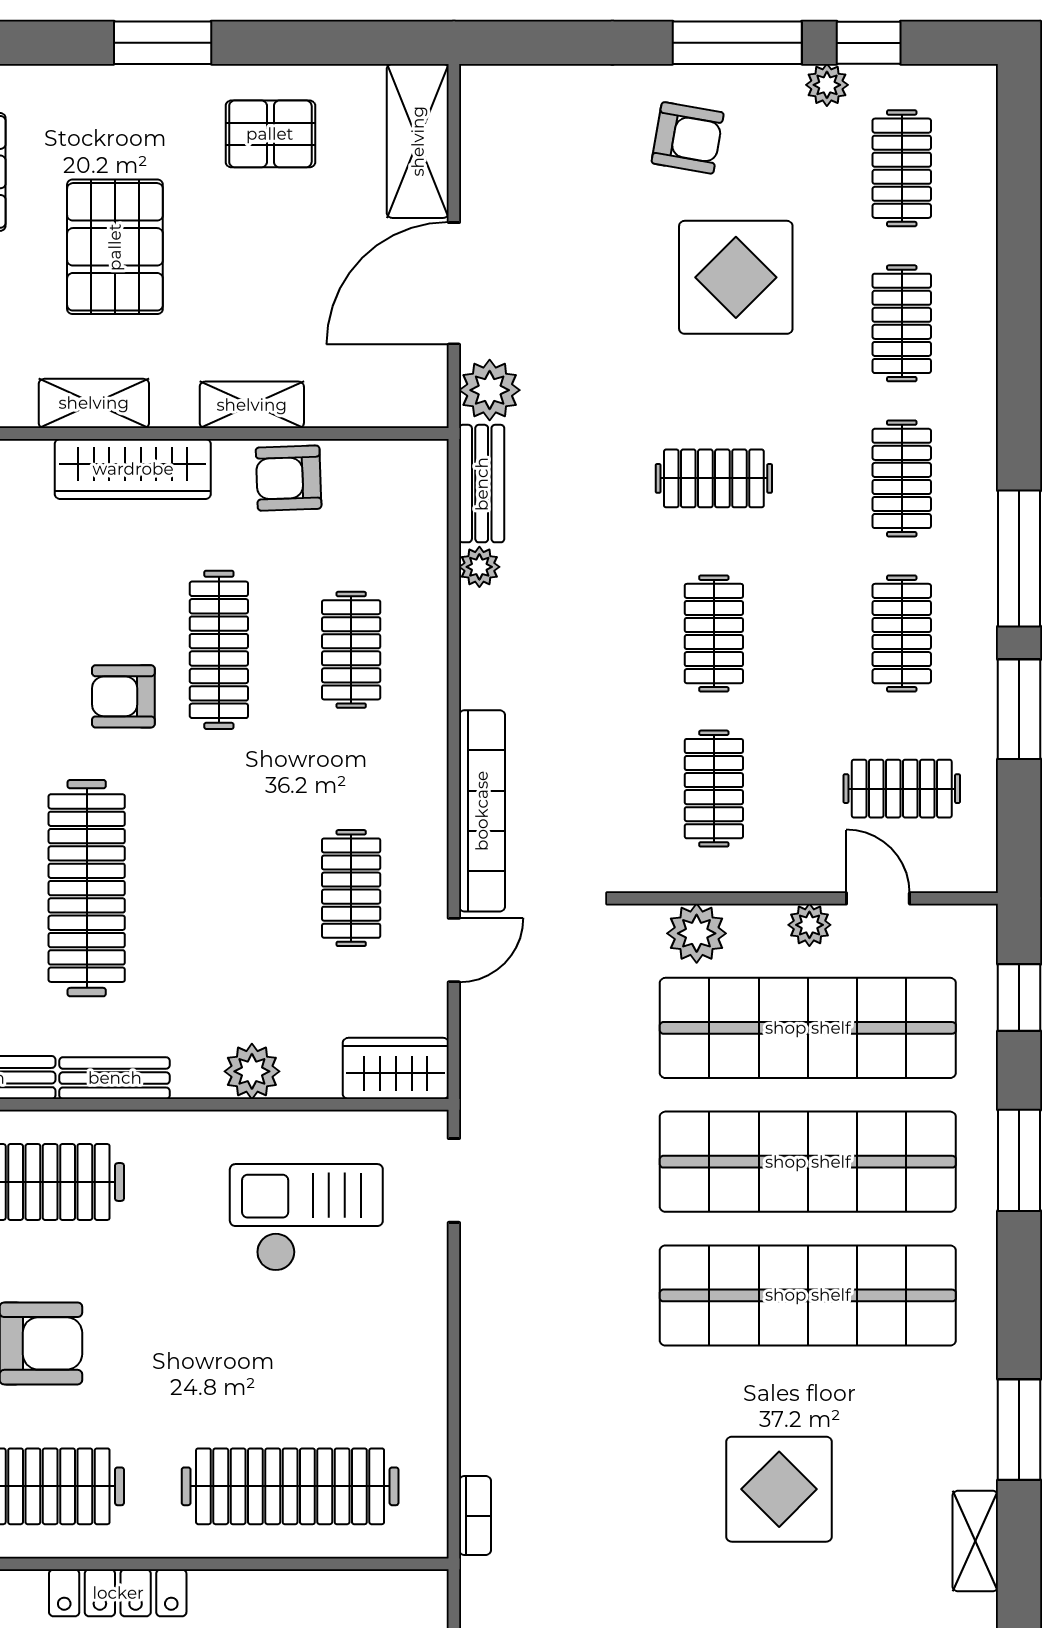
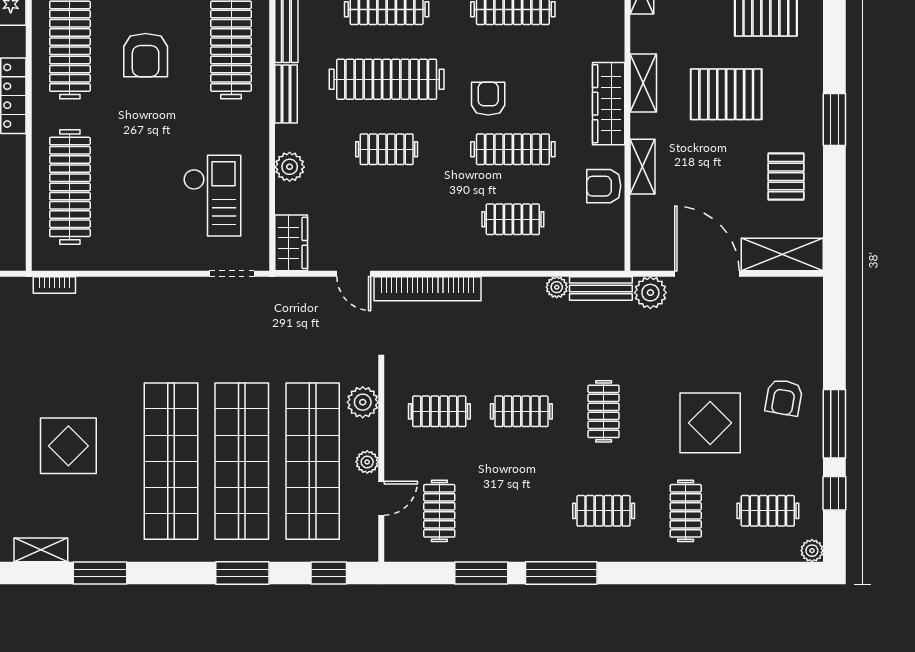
plant: (827, 85) -> (812, 551), moved
clothes rail: (902, 323) -> (686, 511), turned 90
armchair: (289, 478) -> (604, 186), turned -88
clothes rail: (902, 634) -> (521, 511), removed
clothes rail: (351, 888) -> (387, 149), moved

